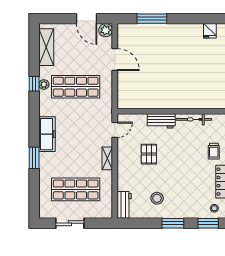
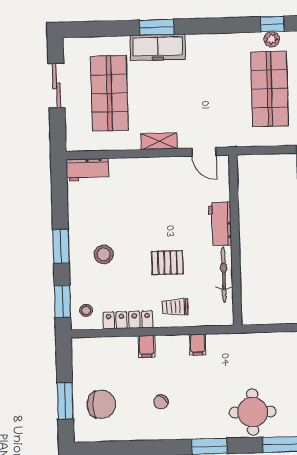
freezer: (47, 134) -> (158, 47), moved
pallet: (149, 154) -> (167, 263), moved
stool: (157, 198) -> (104, 254), moved

